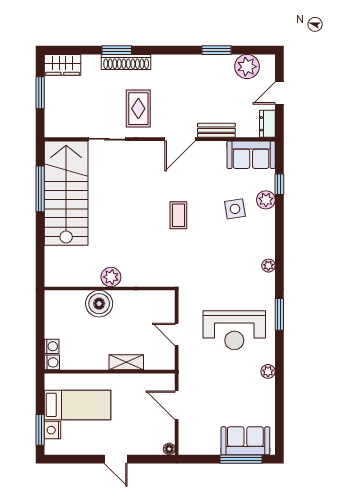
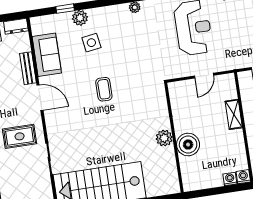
sofa: (251, 155) -> (47, 55), moved
coffee table: (178, 215) -> (104, 89), turned 90

